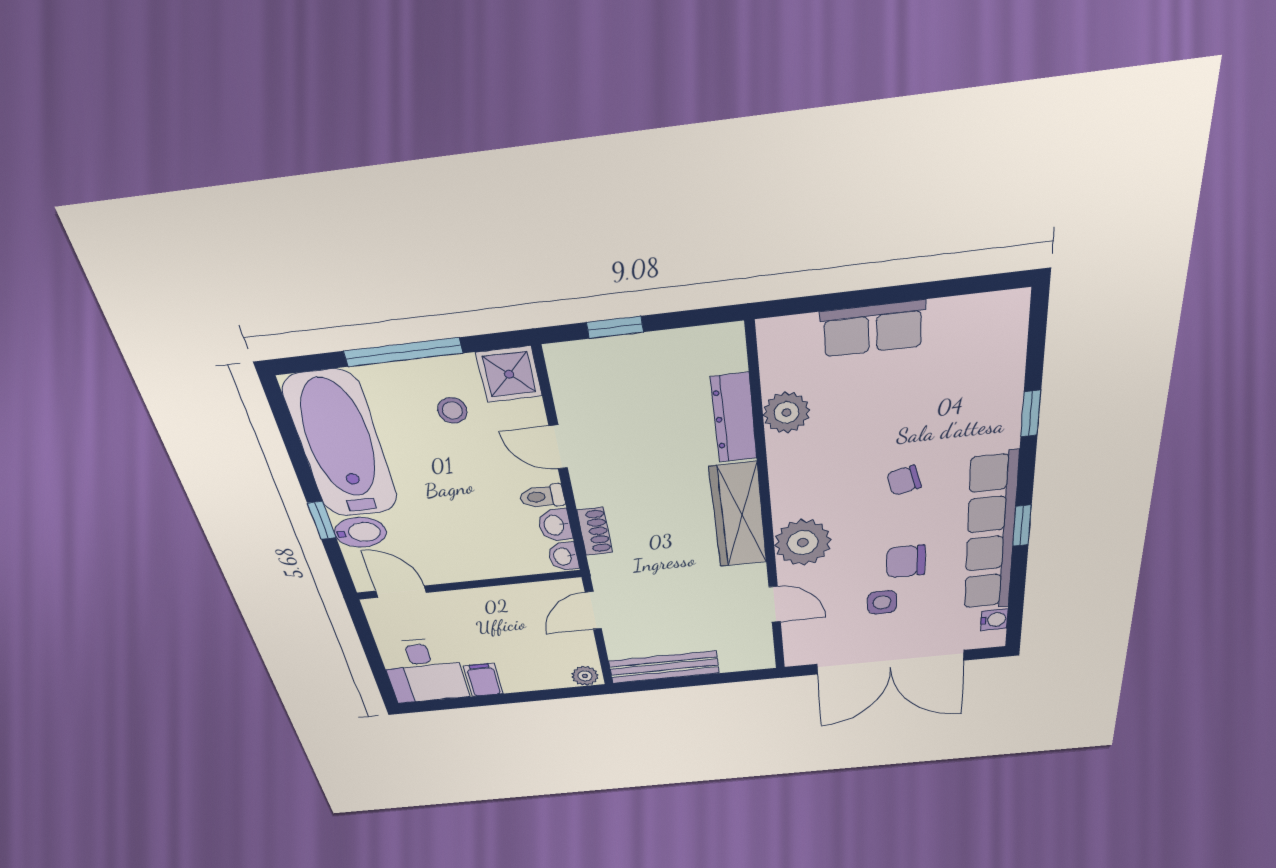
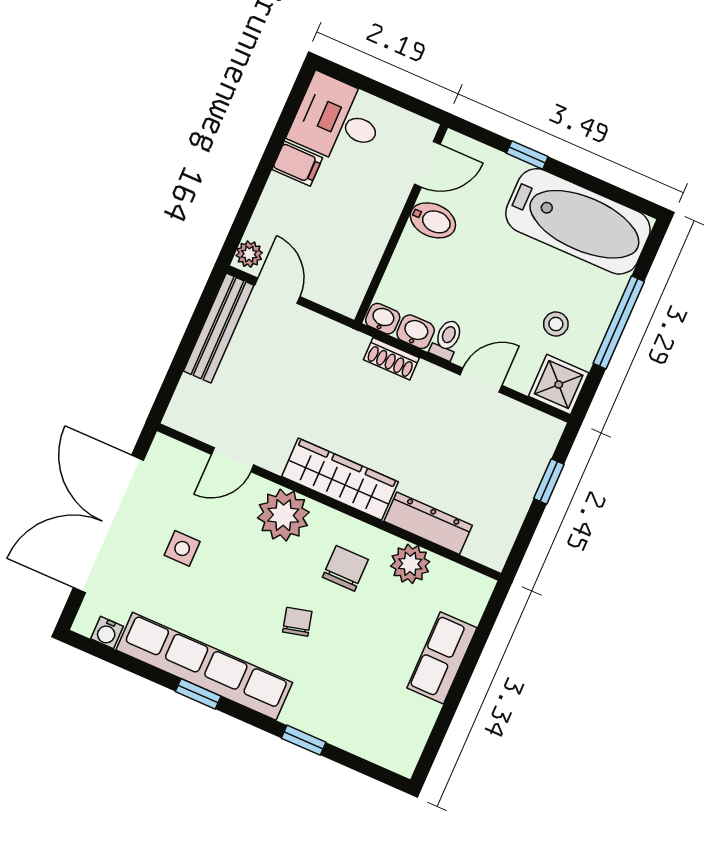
bidet: (360, 532) -> (433, 220), moved, turned -90
chair: (906, 561) -> (345, 568), moved
door: (593, 611) -> (277, 291), moved

